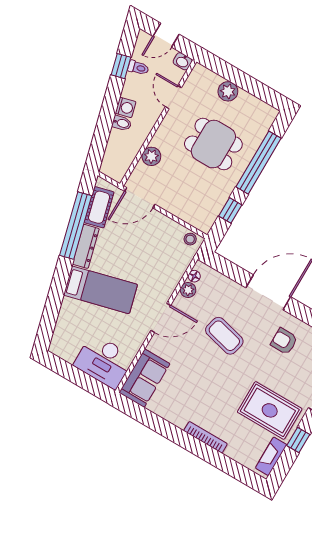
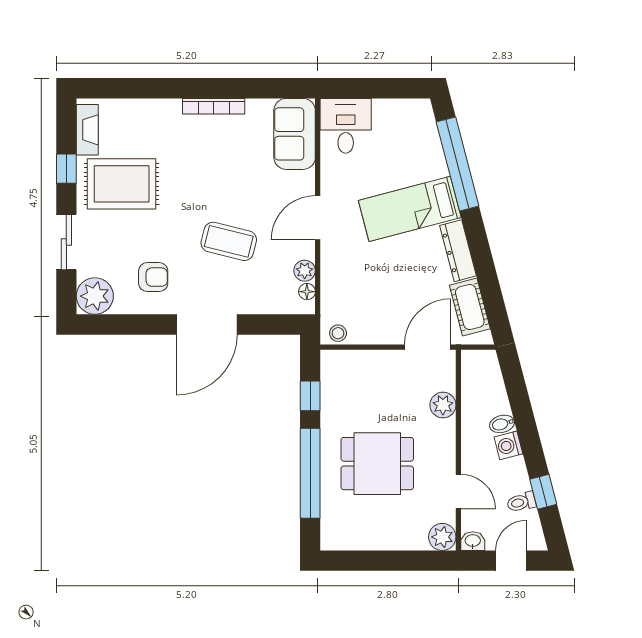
plant: (228, 91) -> (442, 537), moved
window: (76, 226) -> (458, 164), moved
desk: (104, 361) -> (346, 126), width x0.73
bookcase: (206, 437) -> (214, 106), moved

